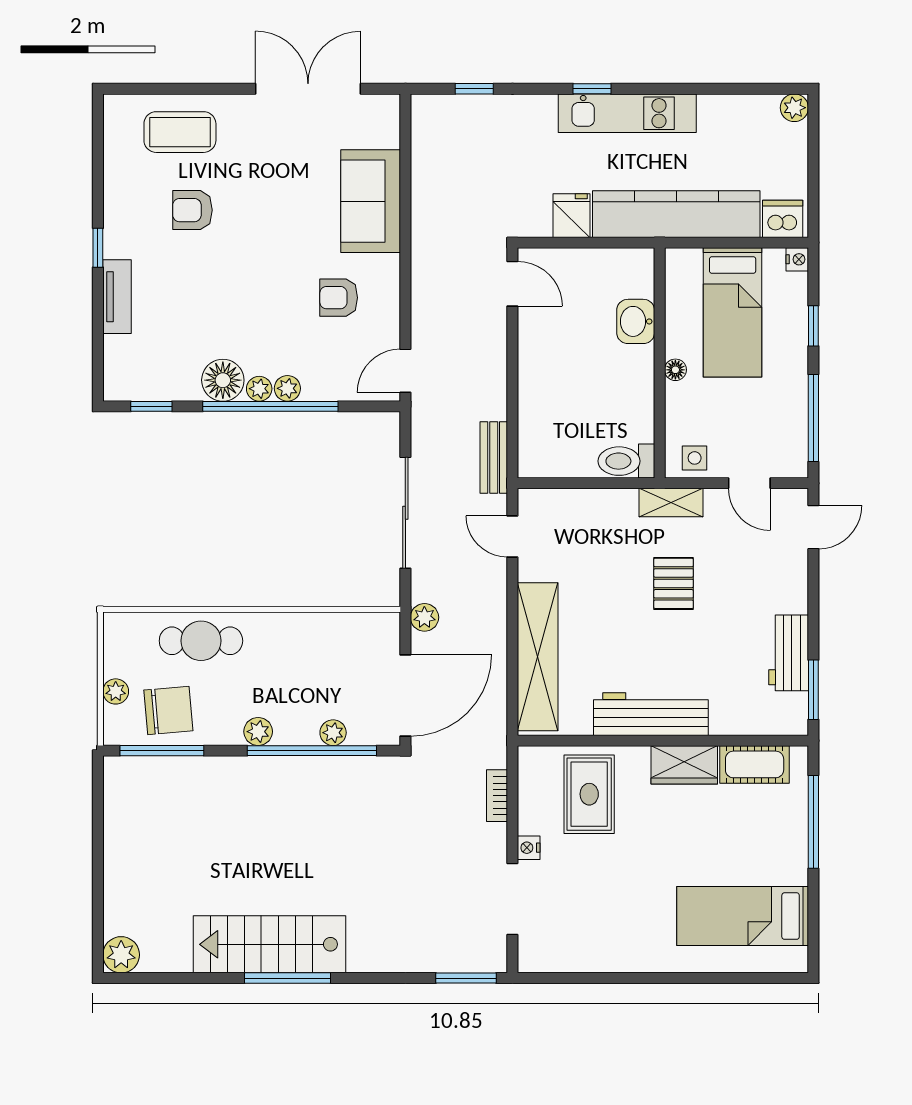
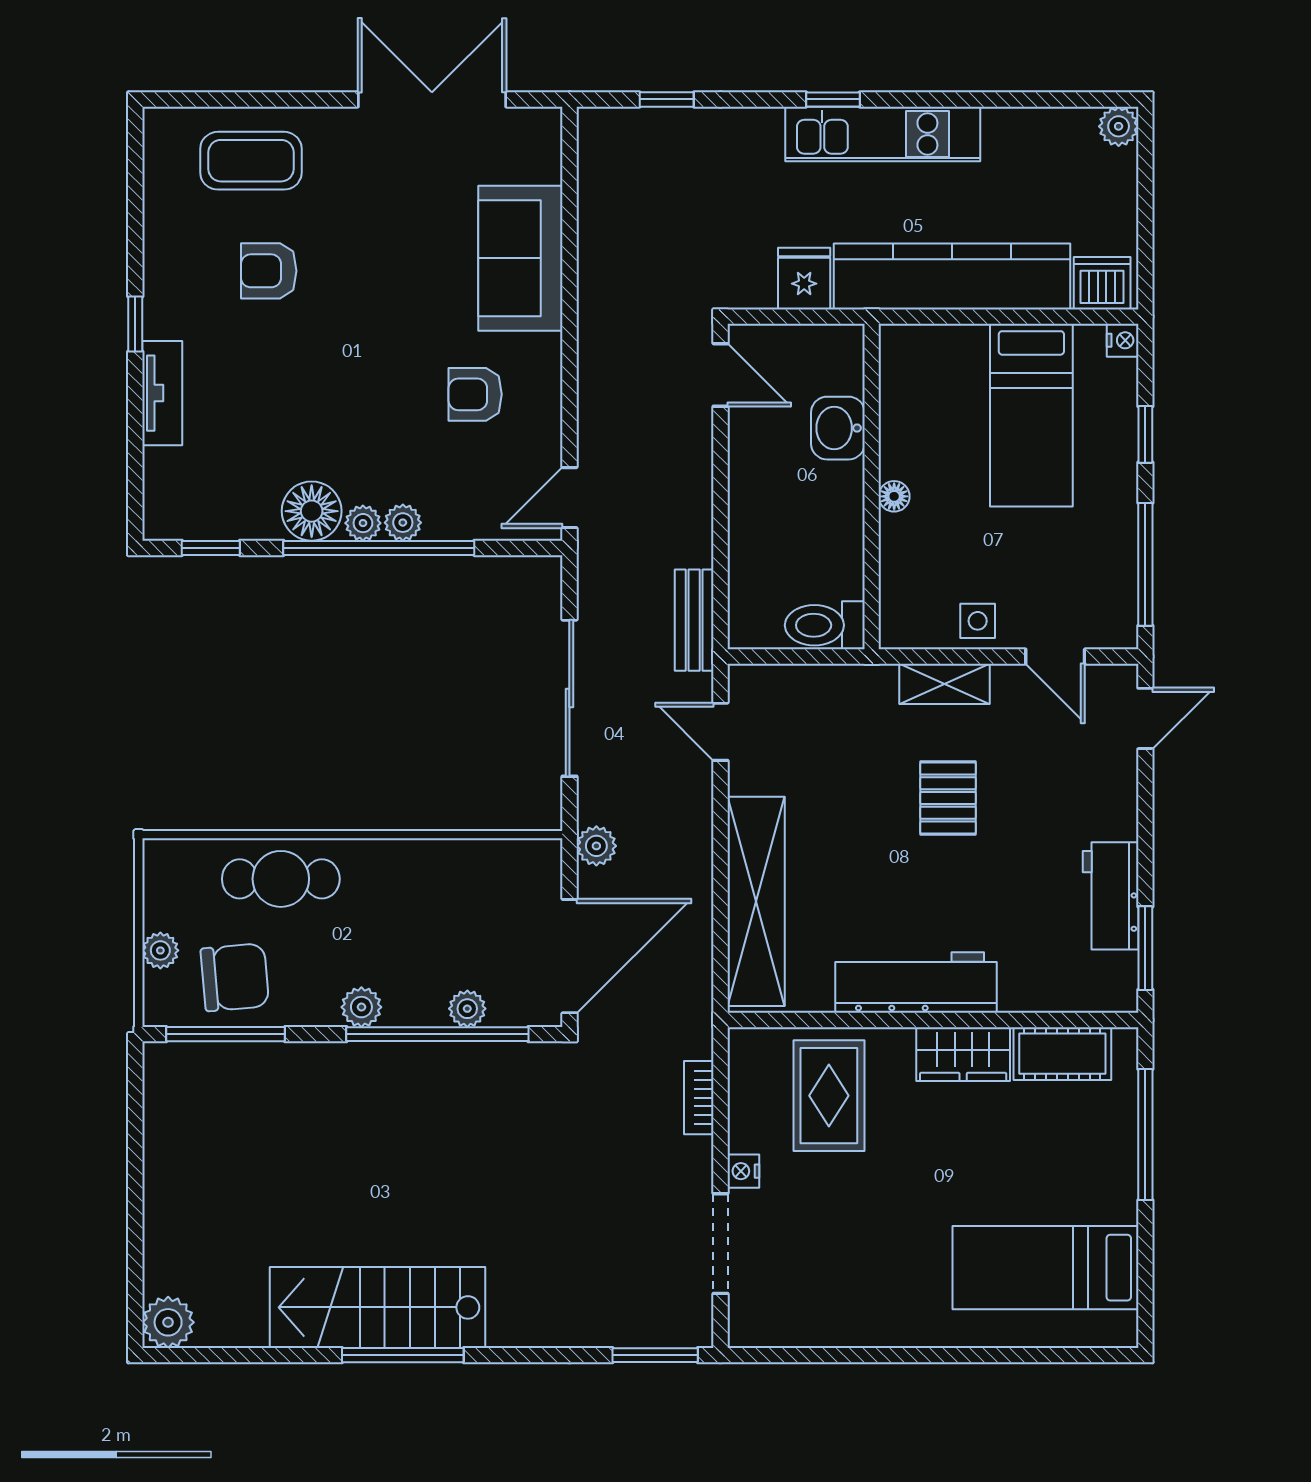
washbasin: (636, 321) -> (838, 428), moved
wall: (660, 363) -> (872, 487), moved
floor lamp: (675, 370) -> (894, 496), moved
toilet: (626, 461) -> (825, 625), moved

